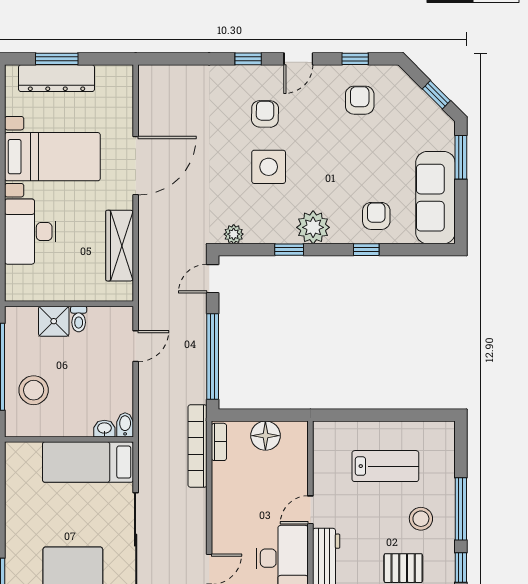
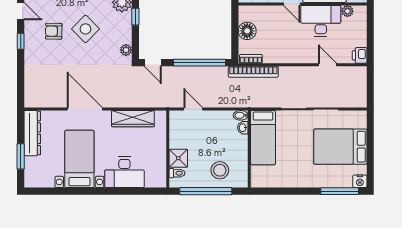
dresser: (57, 78) -> (32, 133), moved
side table: (269, 167) -> (85, 29), turned 45
toilet: (79, 319) -> (177, 173), moved

